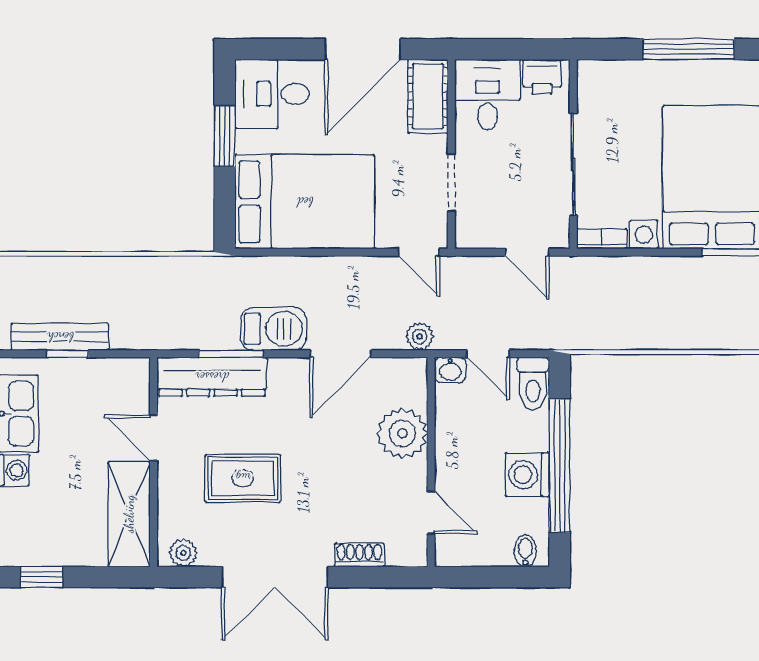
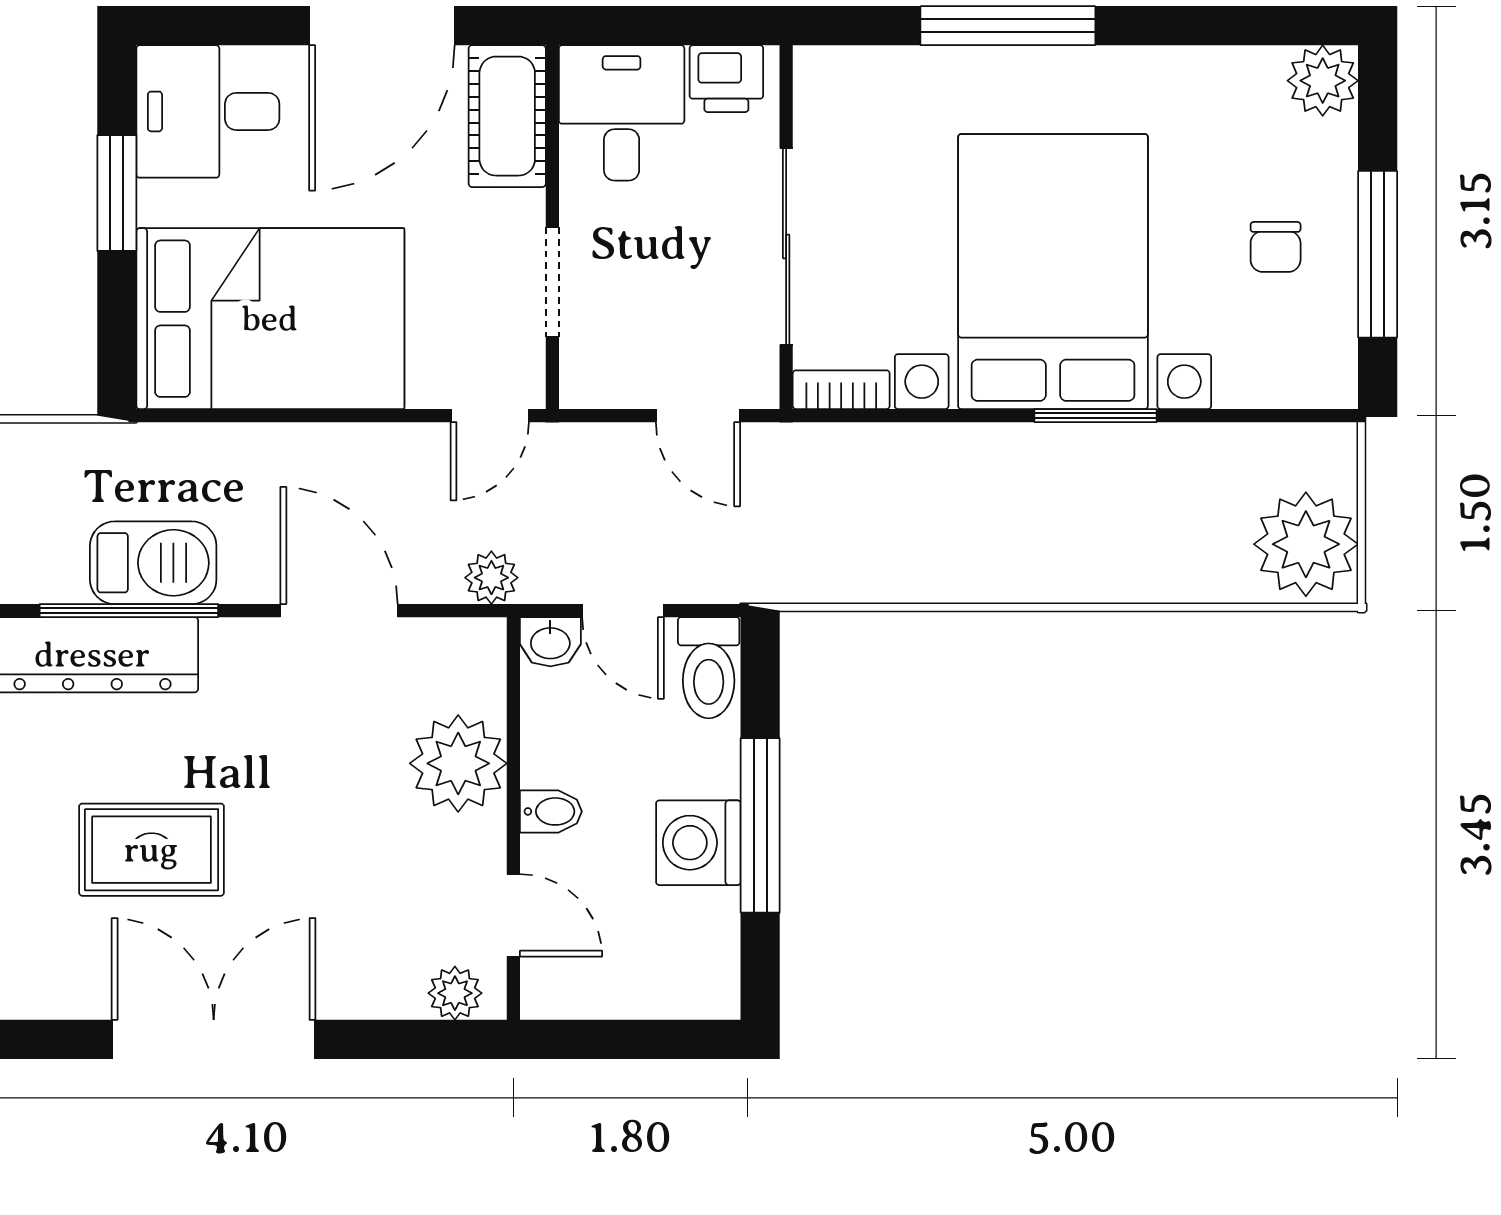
door: (419, 252) -> (490, 416), hinge flipped
barbecue: (273, 329) -> (153, 563), moved
window: (231, 354) -> (129, 611), width x1.44
door: (340, 354) -> (339, 611), swing flipped
window: (560, 466) -> (760, 825), width x0.68
bidet: (525, 551) -> (551, 811), moved, turned 90
plant: (183, 553) -> (455, 993), moved
shoe rack: (359, 555) -> (376, 997), removed
double door: (275, 577) -> (214, 1039), swing flipped

